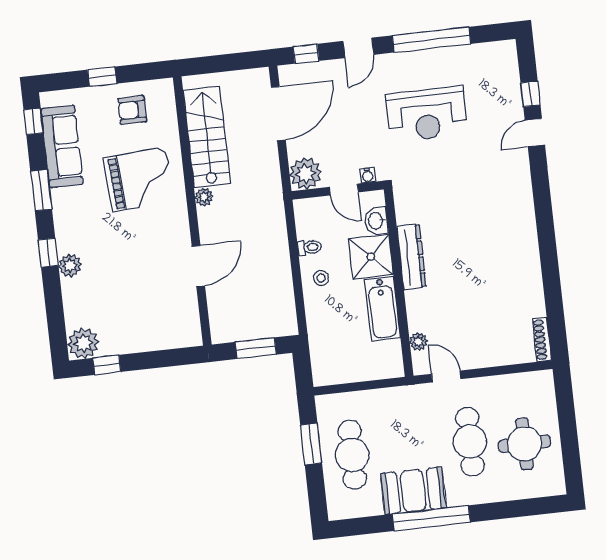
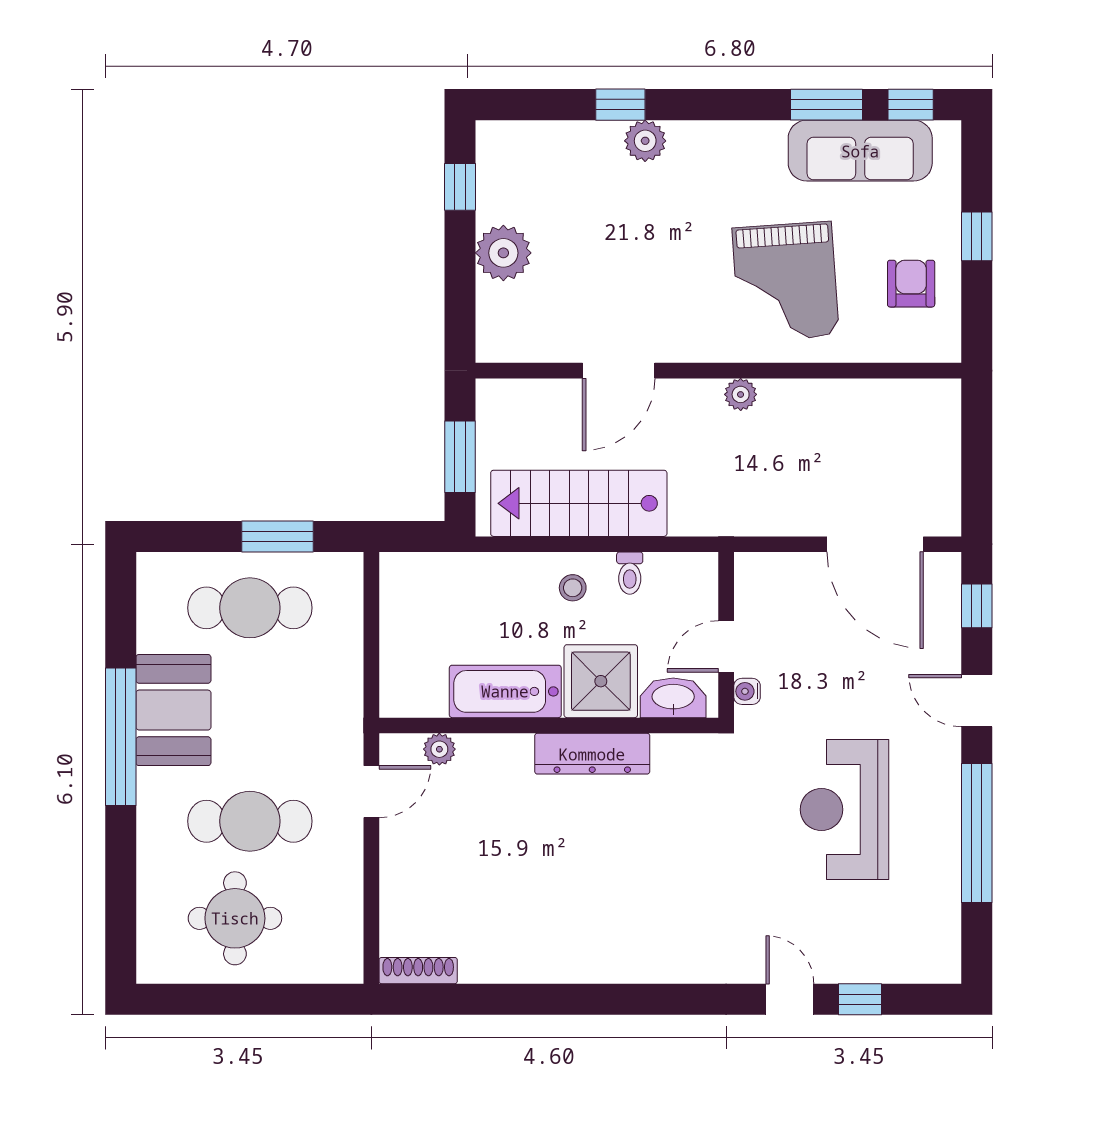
stairs: (207, 137) -> (579, 503), moved, turned 180
plant: (305, 173) -> (763, 581), removed
window: (41, 190) -> (826, 105), moved
washbasin: (376, 221) -> (673, 698), width x1.38
window: (48, 253) -> (620, 105), moved
door: (198, 266) -> (619, 371), hinge flipped
plant: (83, 343) -> (503, 253), moved

